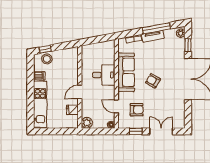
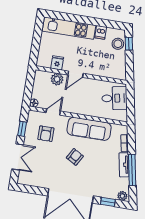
desk: (104, 75) -> (114, 98), moved, turned -101
door: (80, 92) -> (75, 74), swing flipped
plant: (87, 123) -> (57, 79), moved

